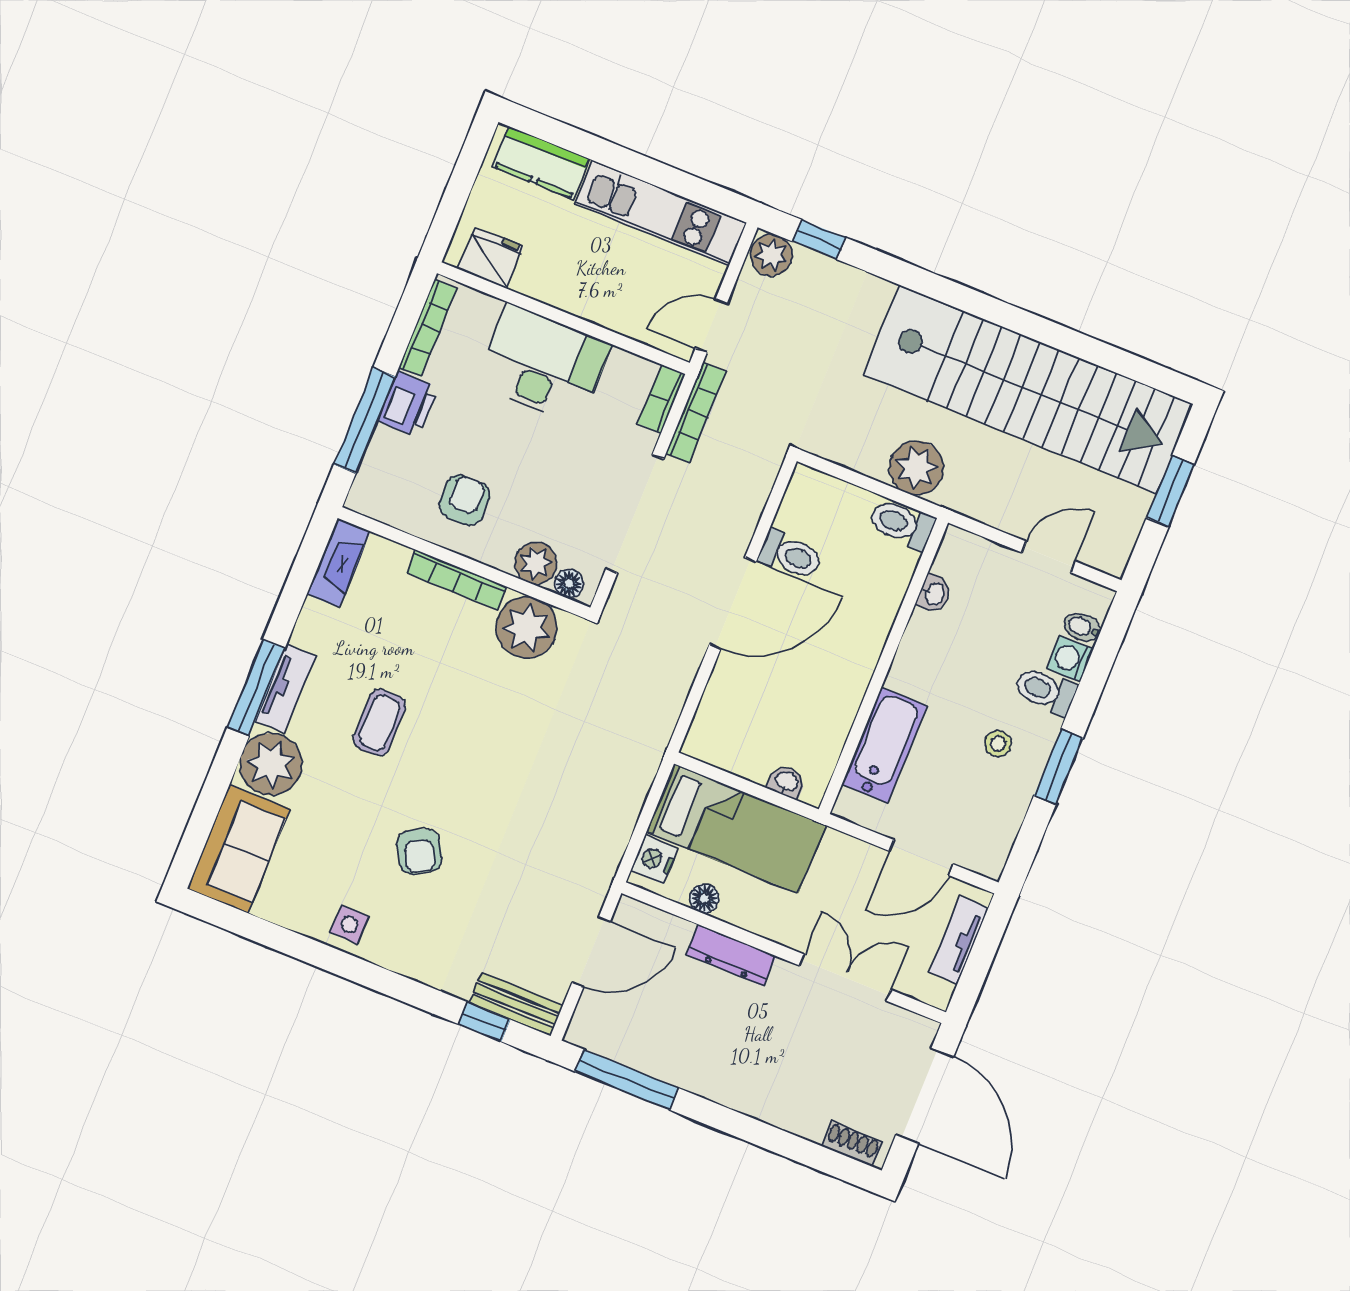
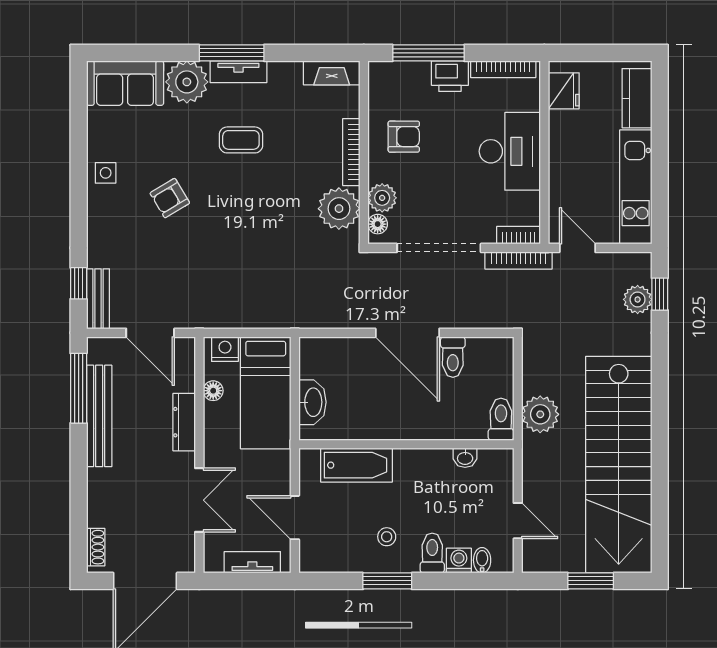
plant: (771, 255) -> (638, 299), moved
washbasin: (787, 782) -> (312, 402), width x1.91, depth x1.45
bench: (676, 1067) -> (99, 416), added

